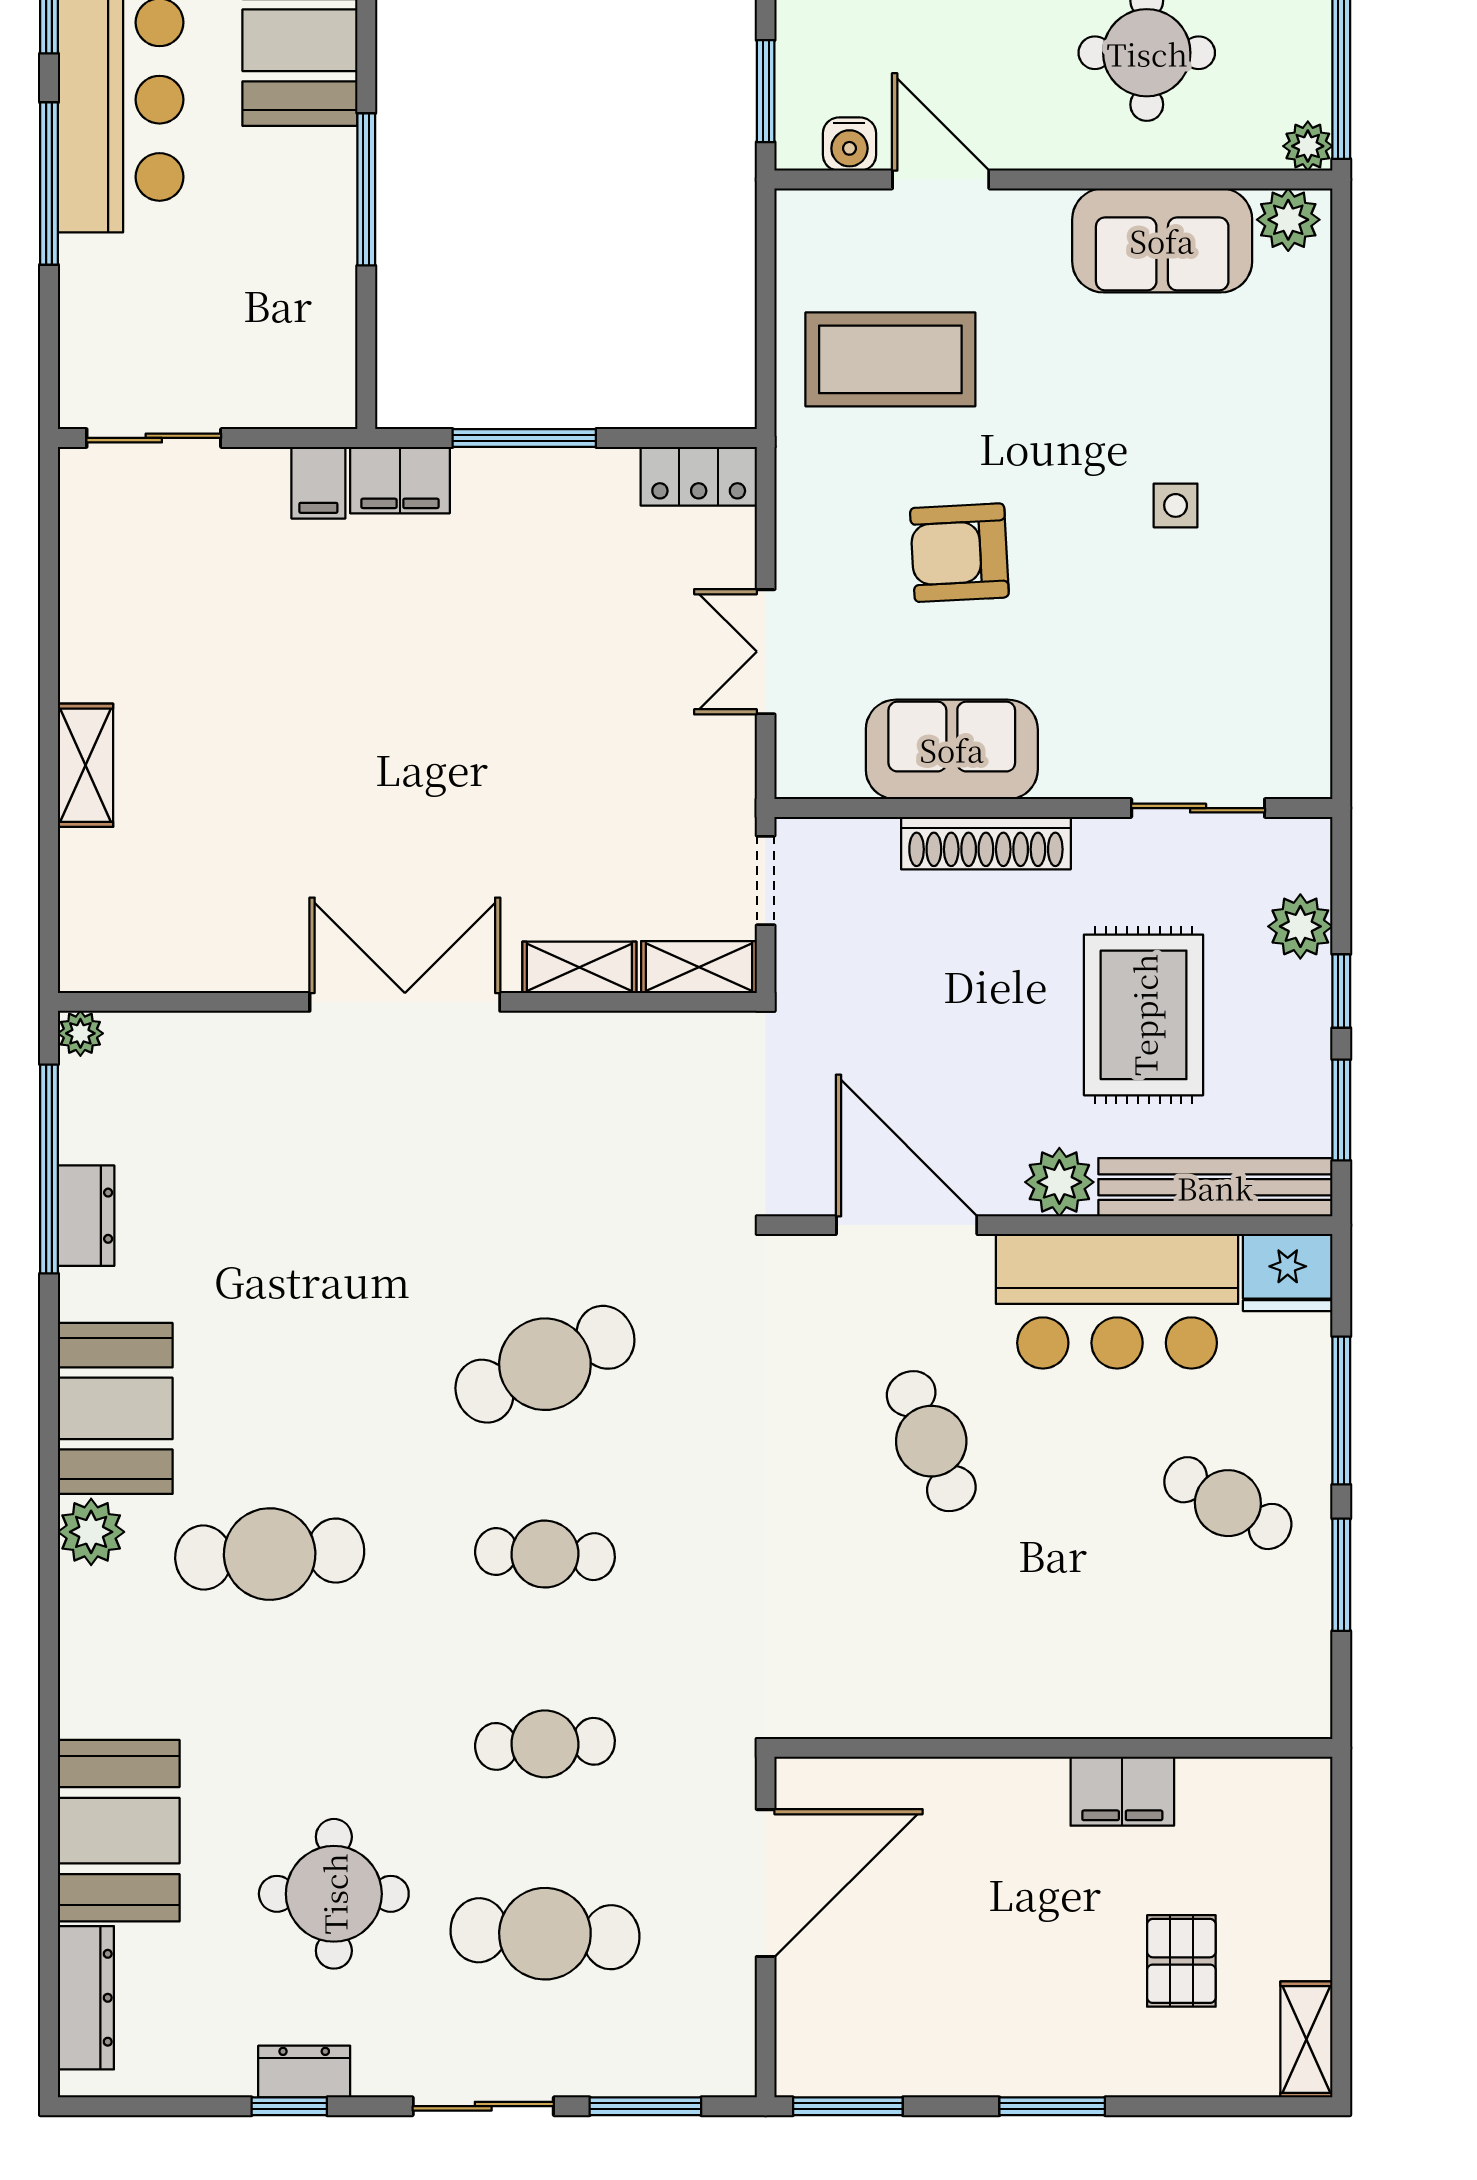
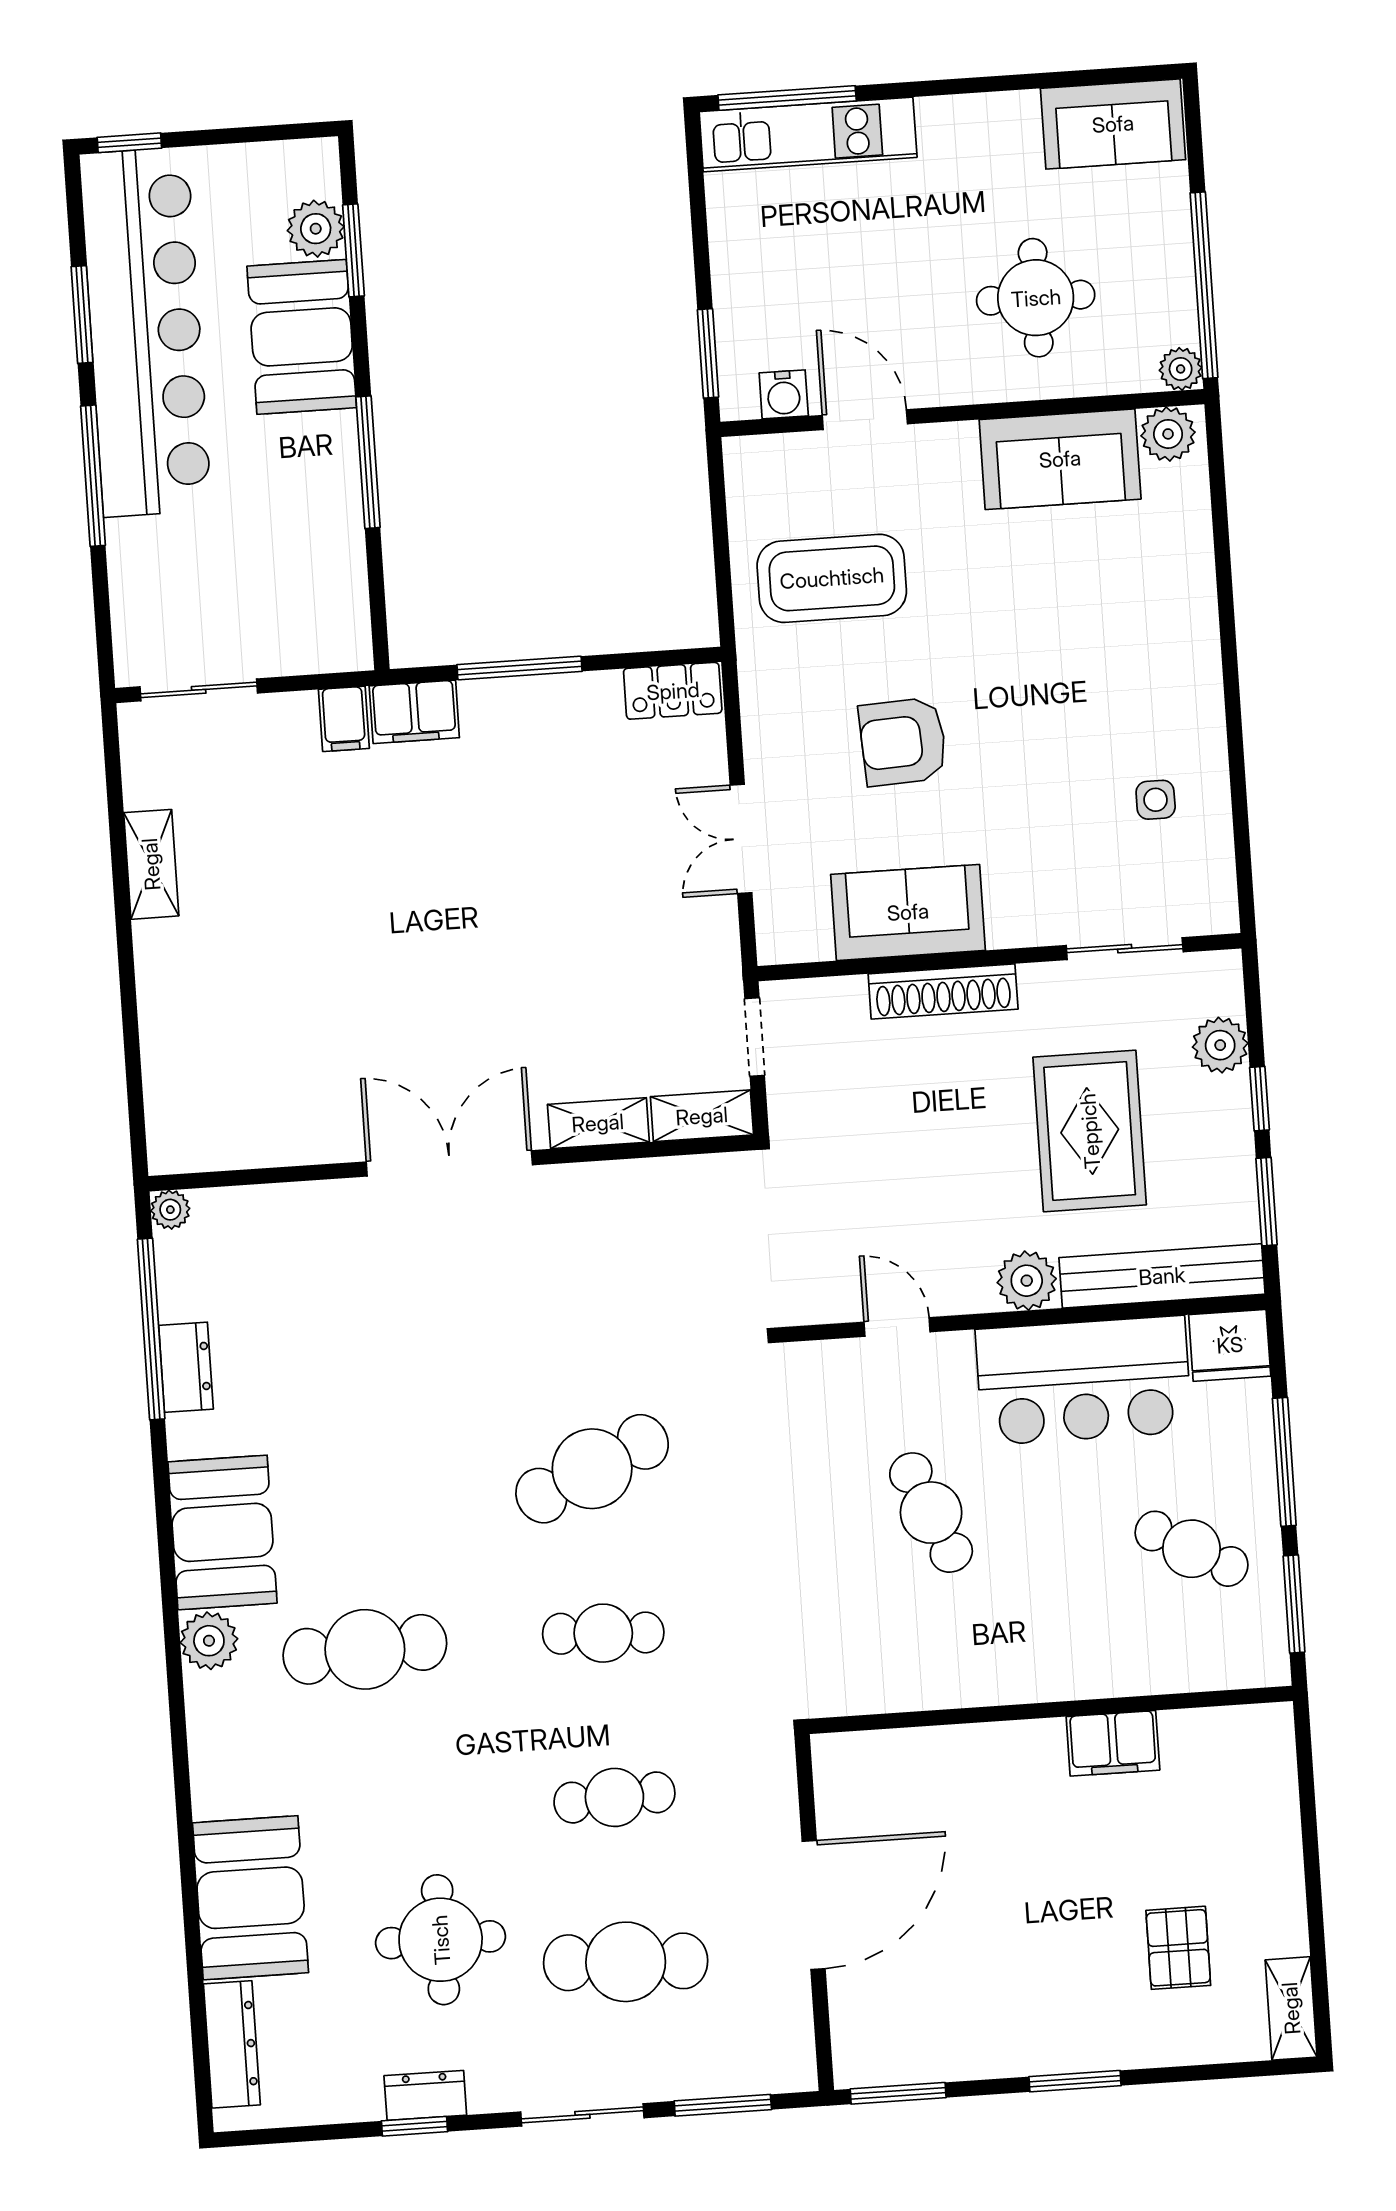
side table: (1176, 505) -> (1156, 800), moved
shelving: (86, 765) -> (151, 864), moved
door: (907, 1225) -> (897, 1327), width x0.53
wall: (1053, 1748) -> (1051, 1710), moved
filing cabinet: (1122, 1791) -> (1113, 1743), moved

